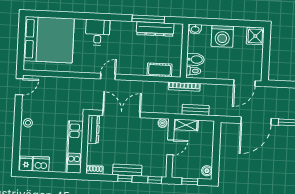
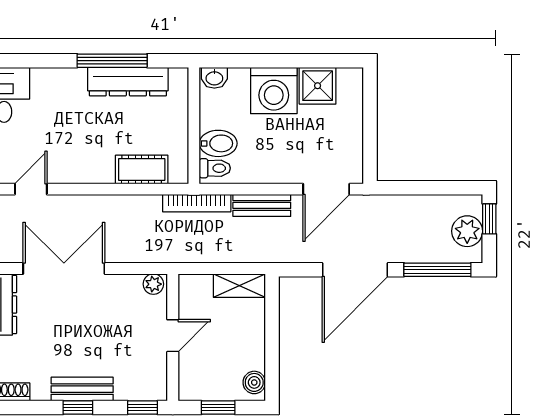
shower: (255, 36) -> (318, 86), moved
bench: (196, 110) -> (262, 205), moved
shelving: (186, 125) -> (239, 286), moved

